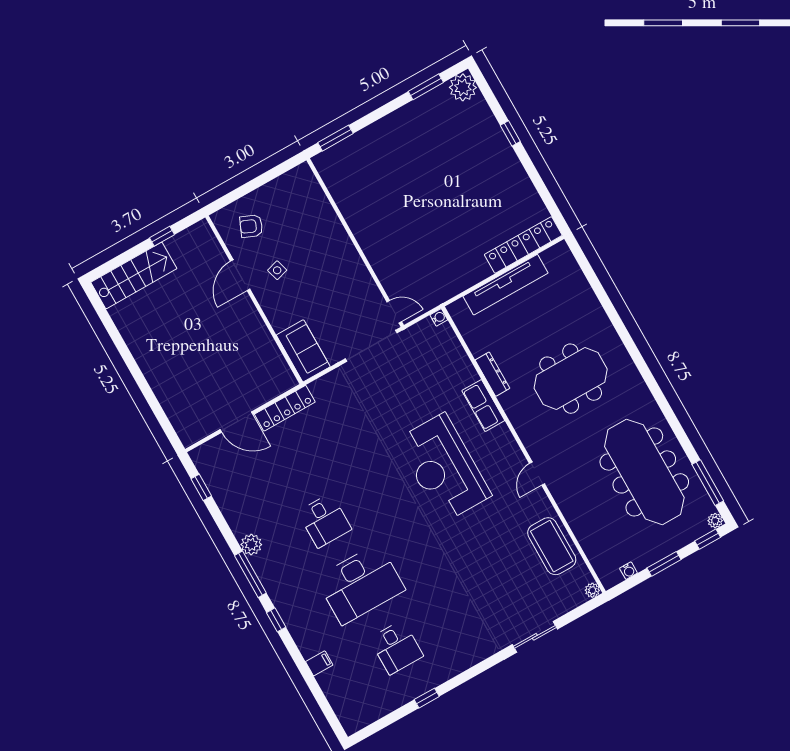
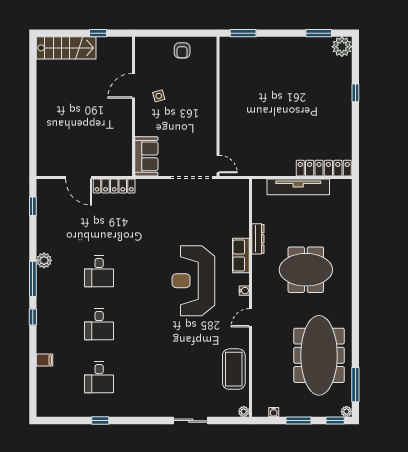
armchair: (251, 226) -> (182, 50), moved, turned -113
water cooler: (439, 317) -> (244, 291), moved
desk: (360, 584) -> (99, 324), width x0.53, depth x0.77

